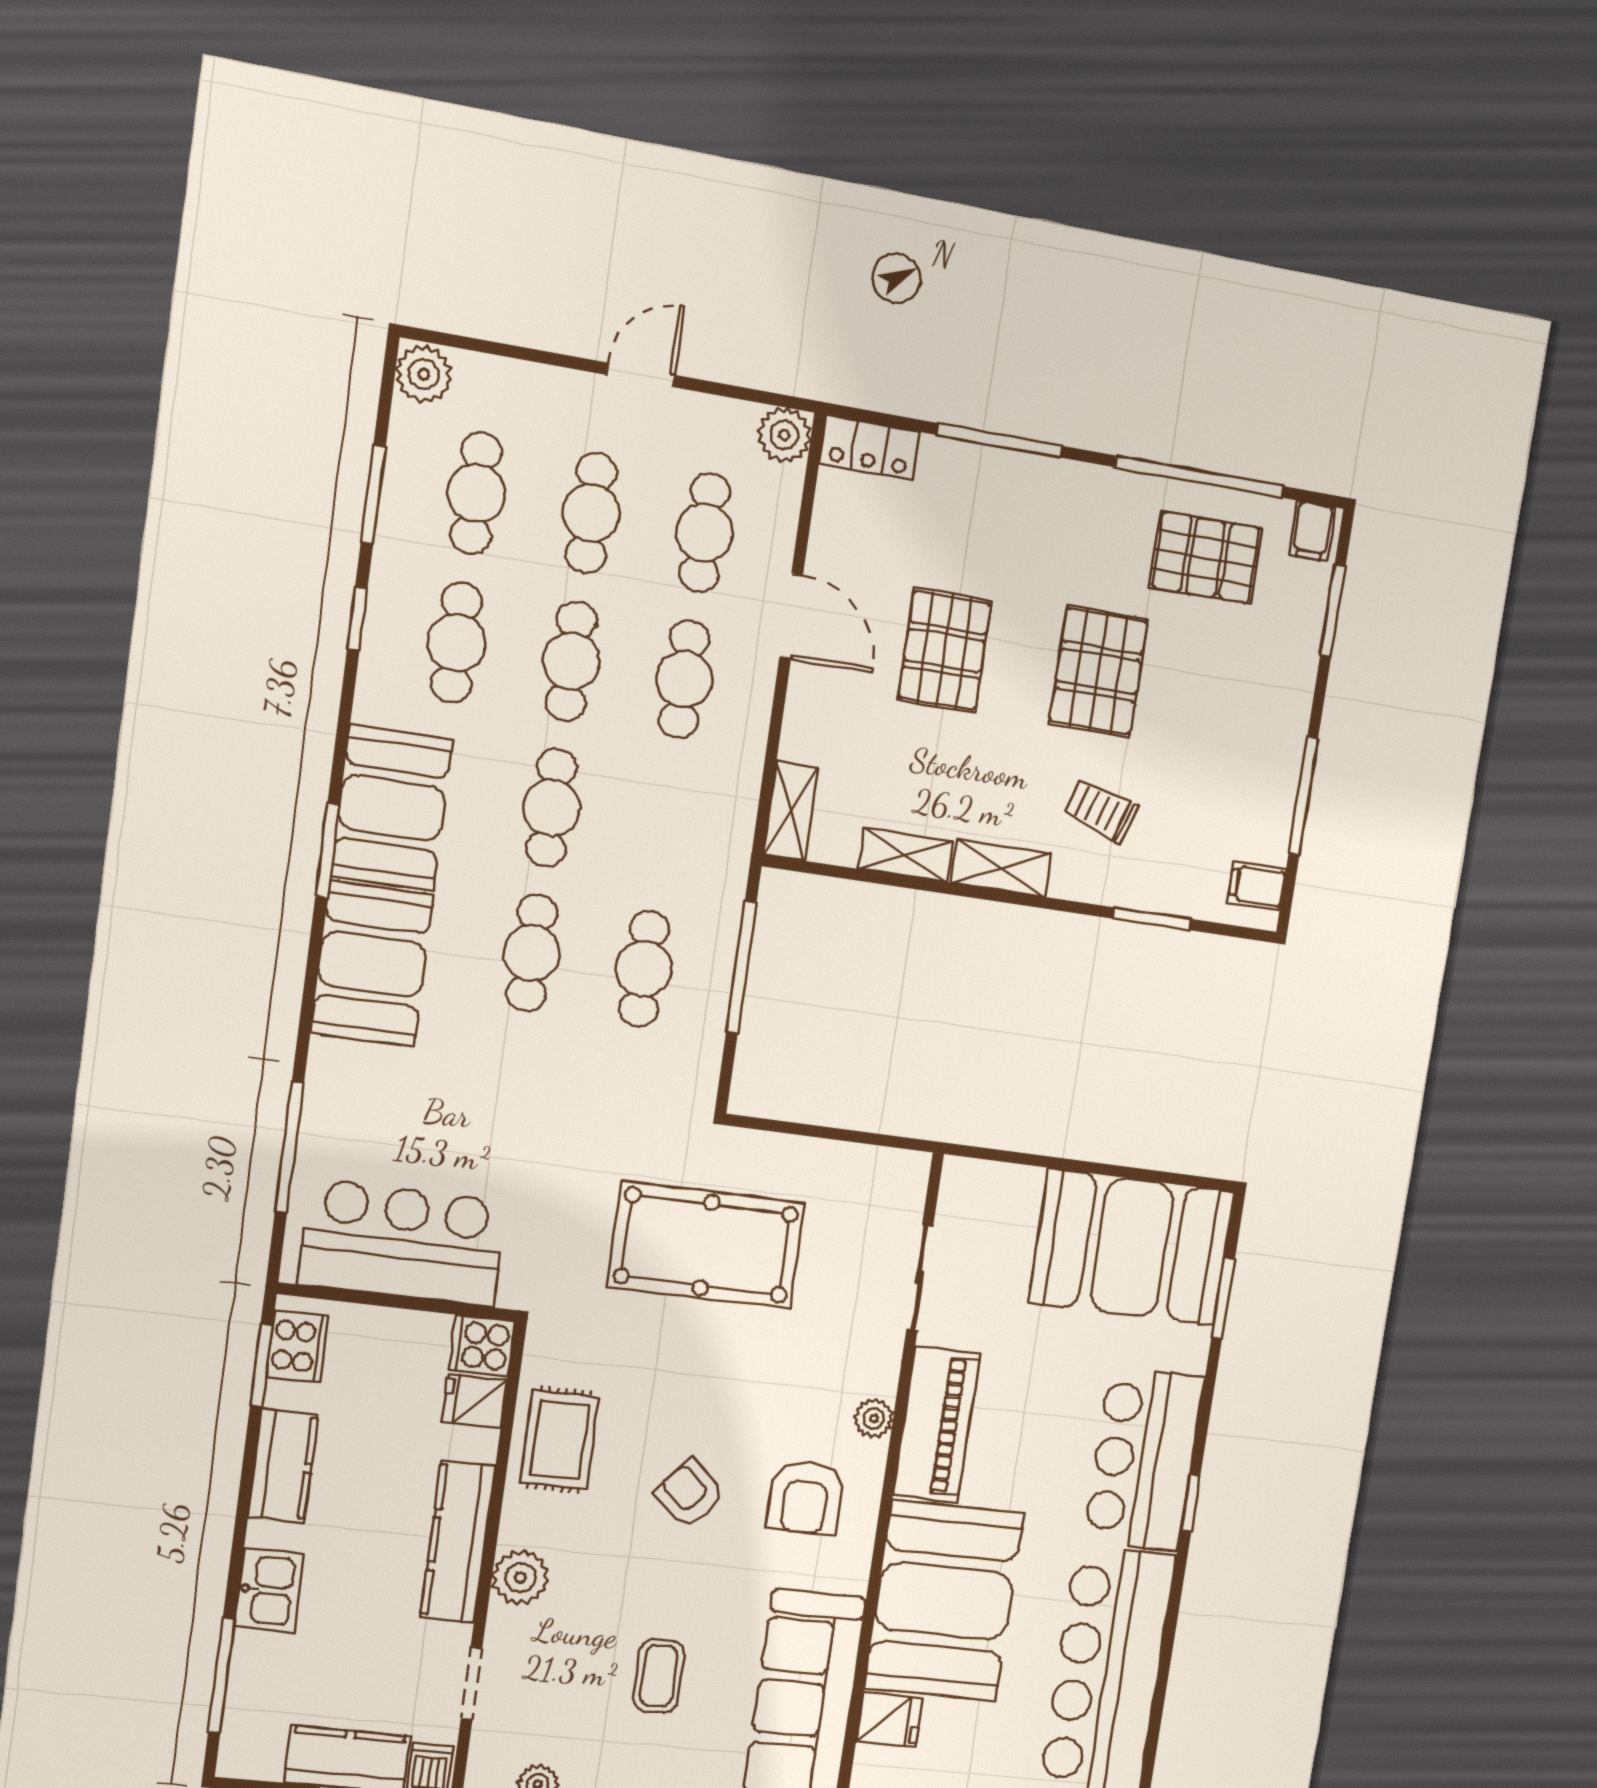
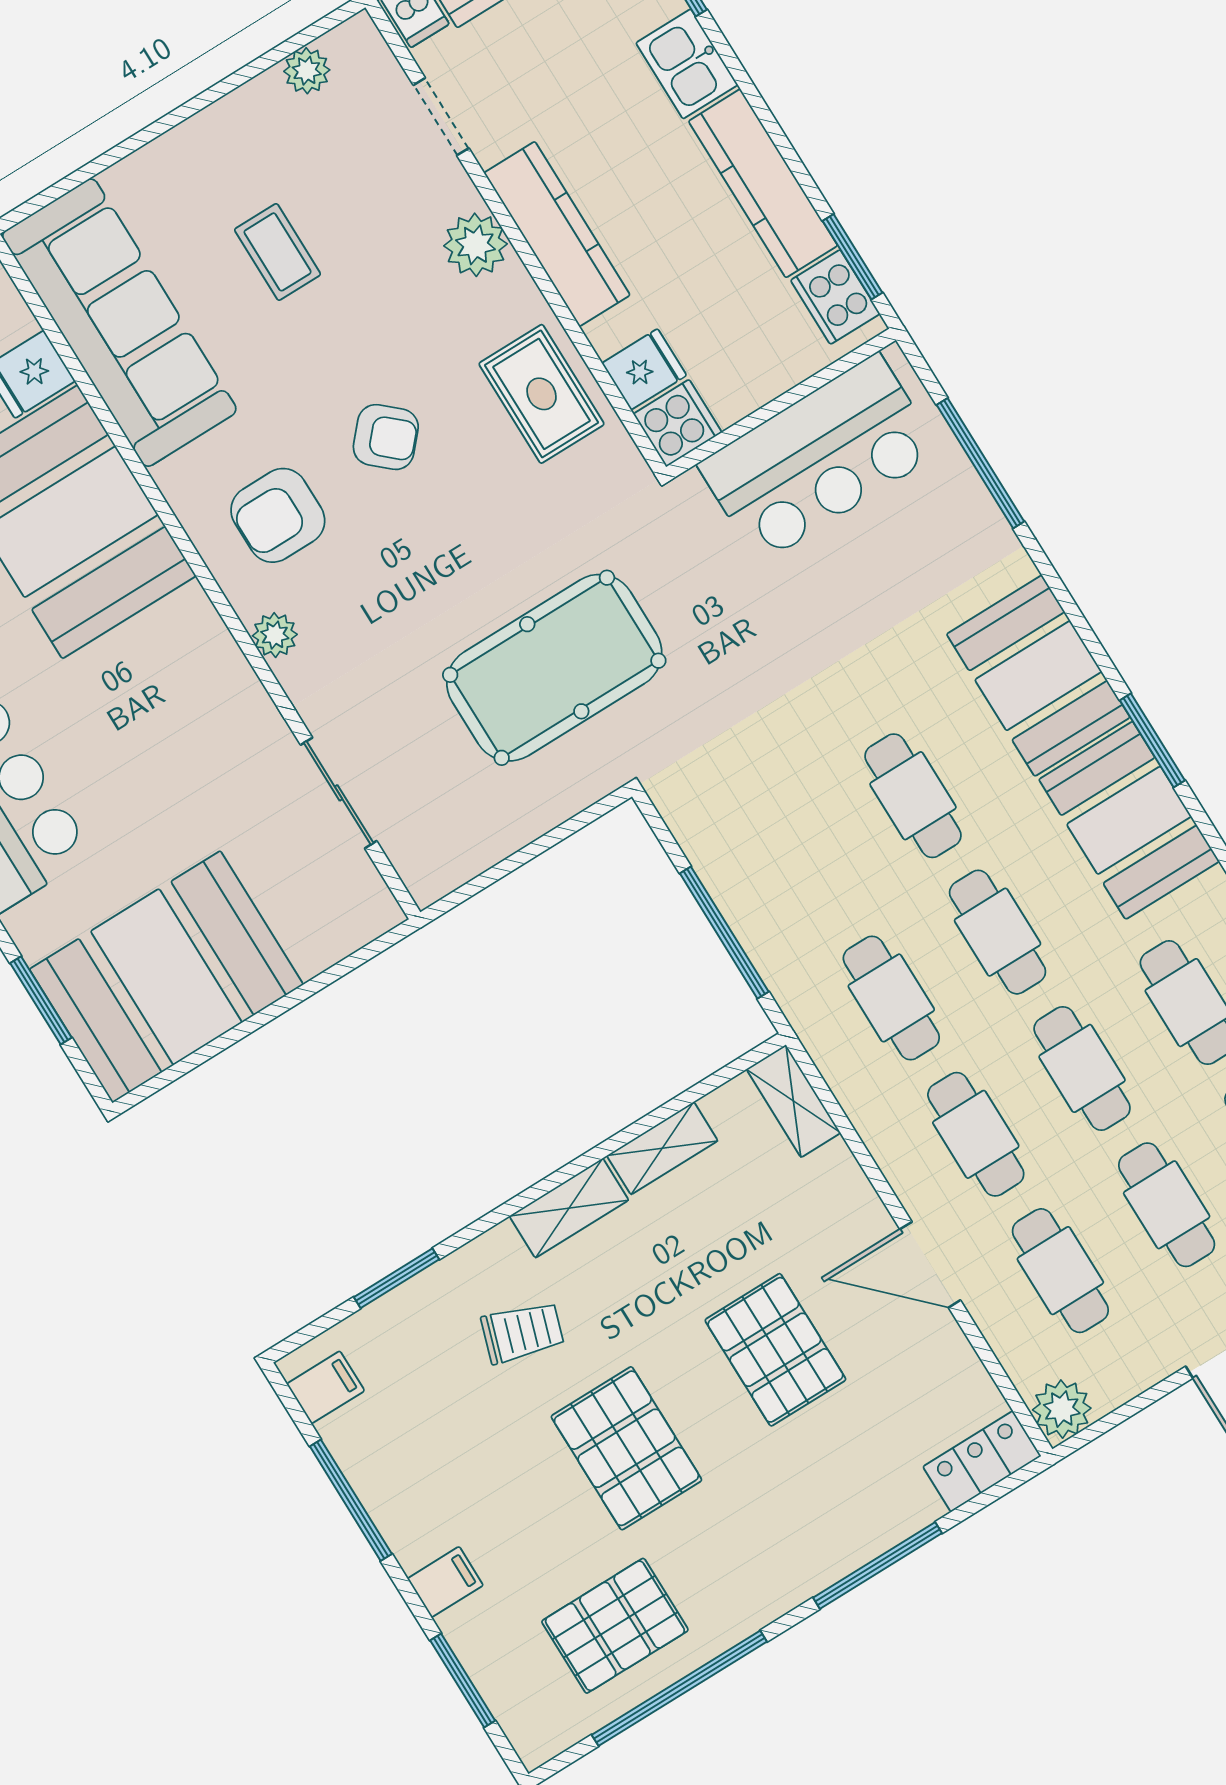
filing cabinet: (1312, 531) -> (445, 1582), moved, turned 90
cafe table: (644, 969) -> (891, 998), moved
piano: (936, 1424) -> (213, 675), removed
kitchen counter: (283, 1466) -> (763, 183), width x1.50
armchair: (805, 1498) -> (278, 515), turned -90

